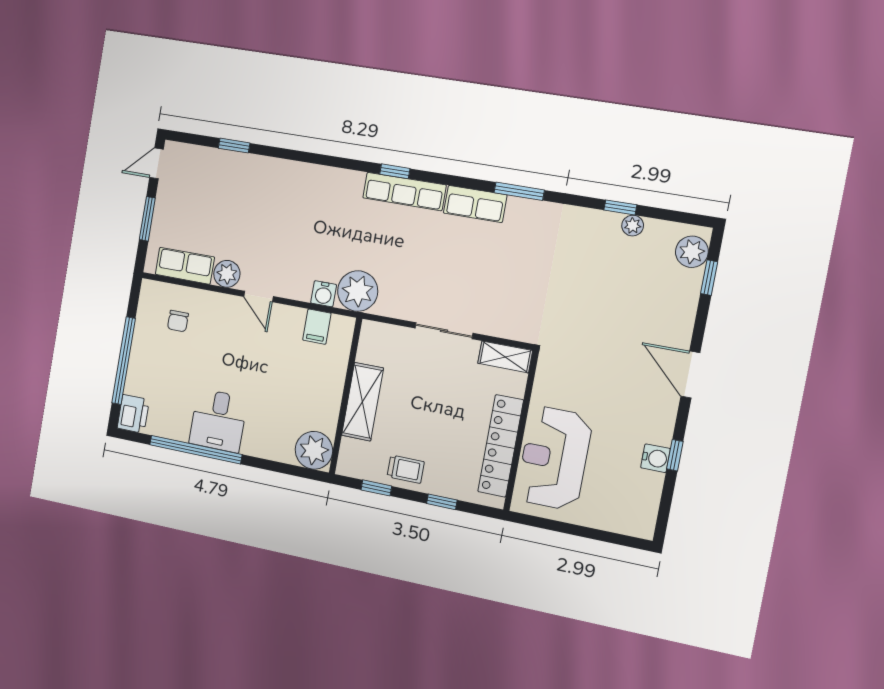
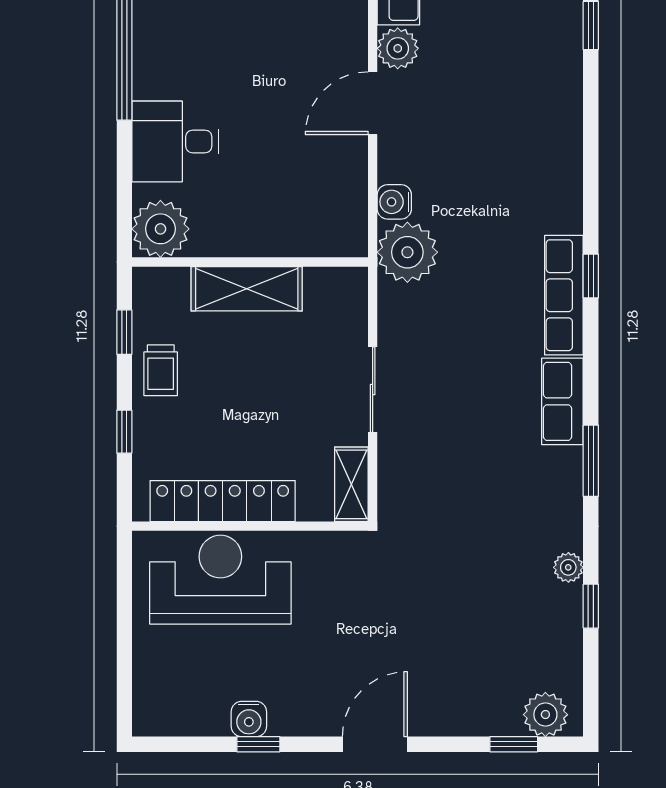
plant: (633, 226) -> (568, 567), moved
door: (258, 296) -> (373, 103), width x1.38
filing cabinet: (317, 327) -> (344, 200), removed
desk: (218, 421) -> (175, 141), moved

